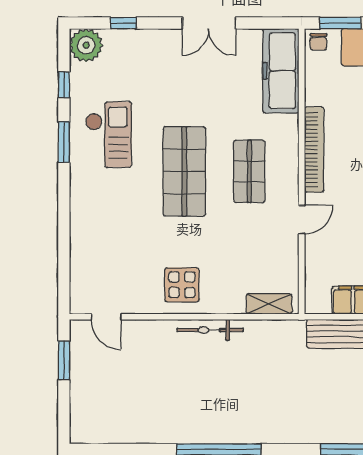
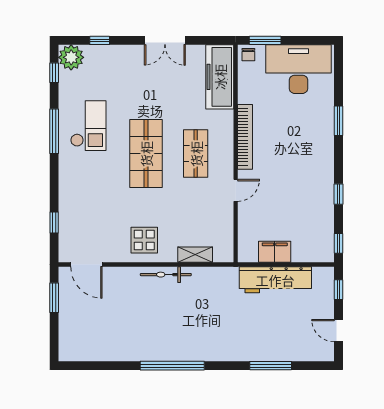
window: (64, 85) -> (54, 73), moved
window: (64, 142) -> (54, 131), width x1.44
window: (64, 262) -> (54, 222), added
shelving: (269, 304) -> (195, 255), moved
door: (106, 317) -> (86, 264), width x1.38

